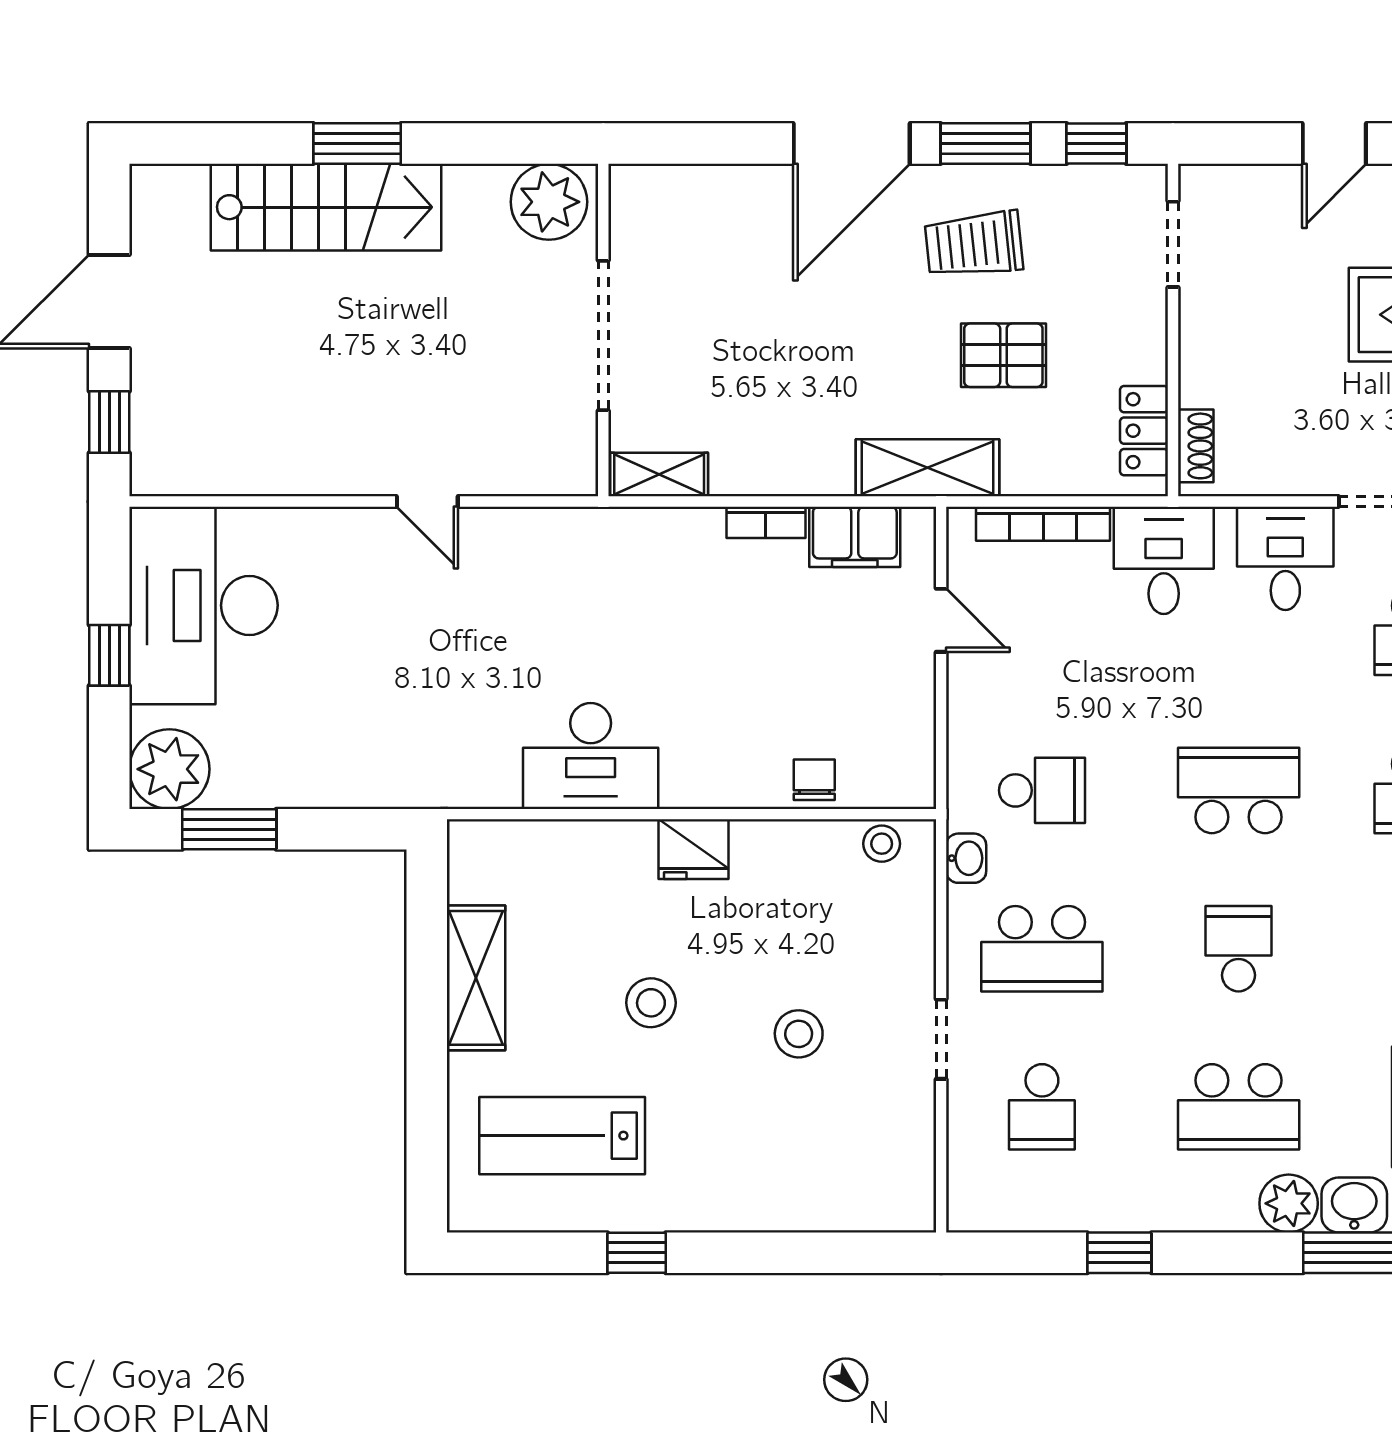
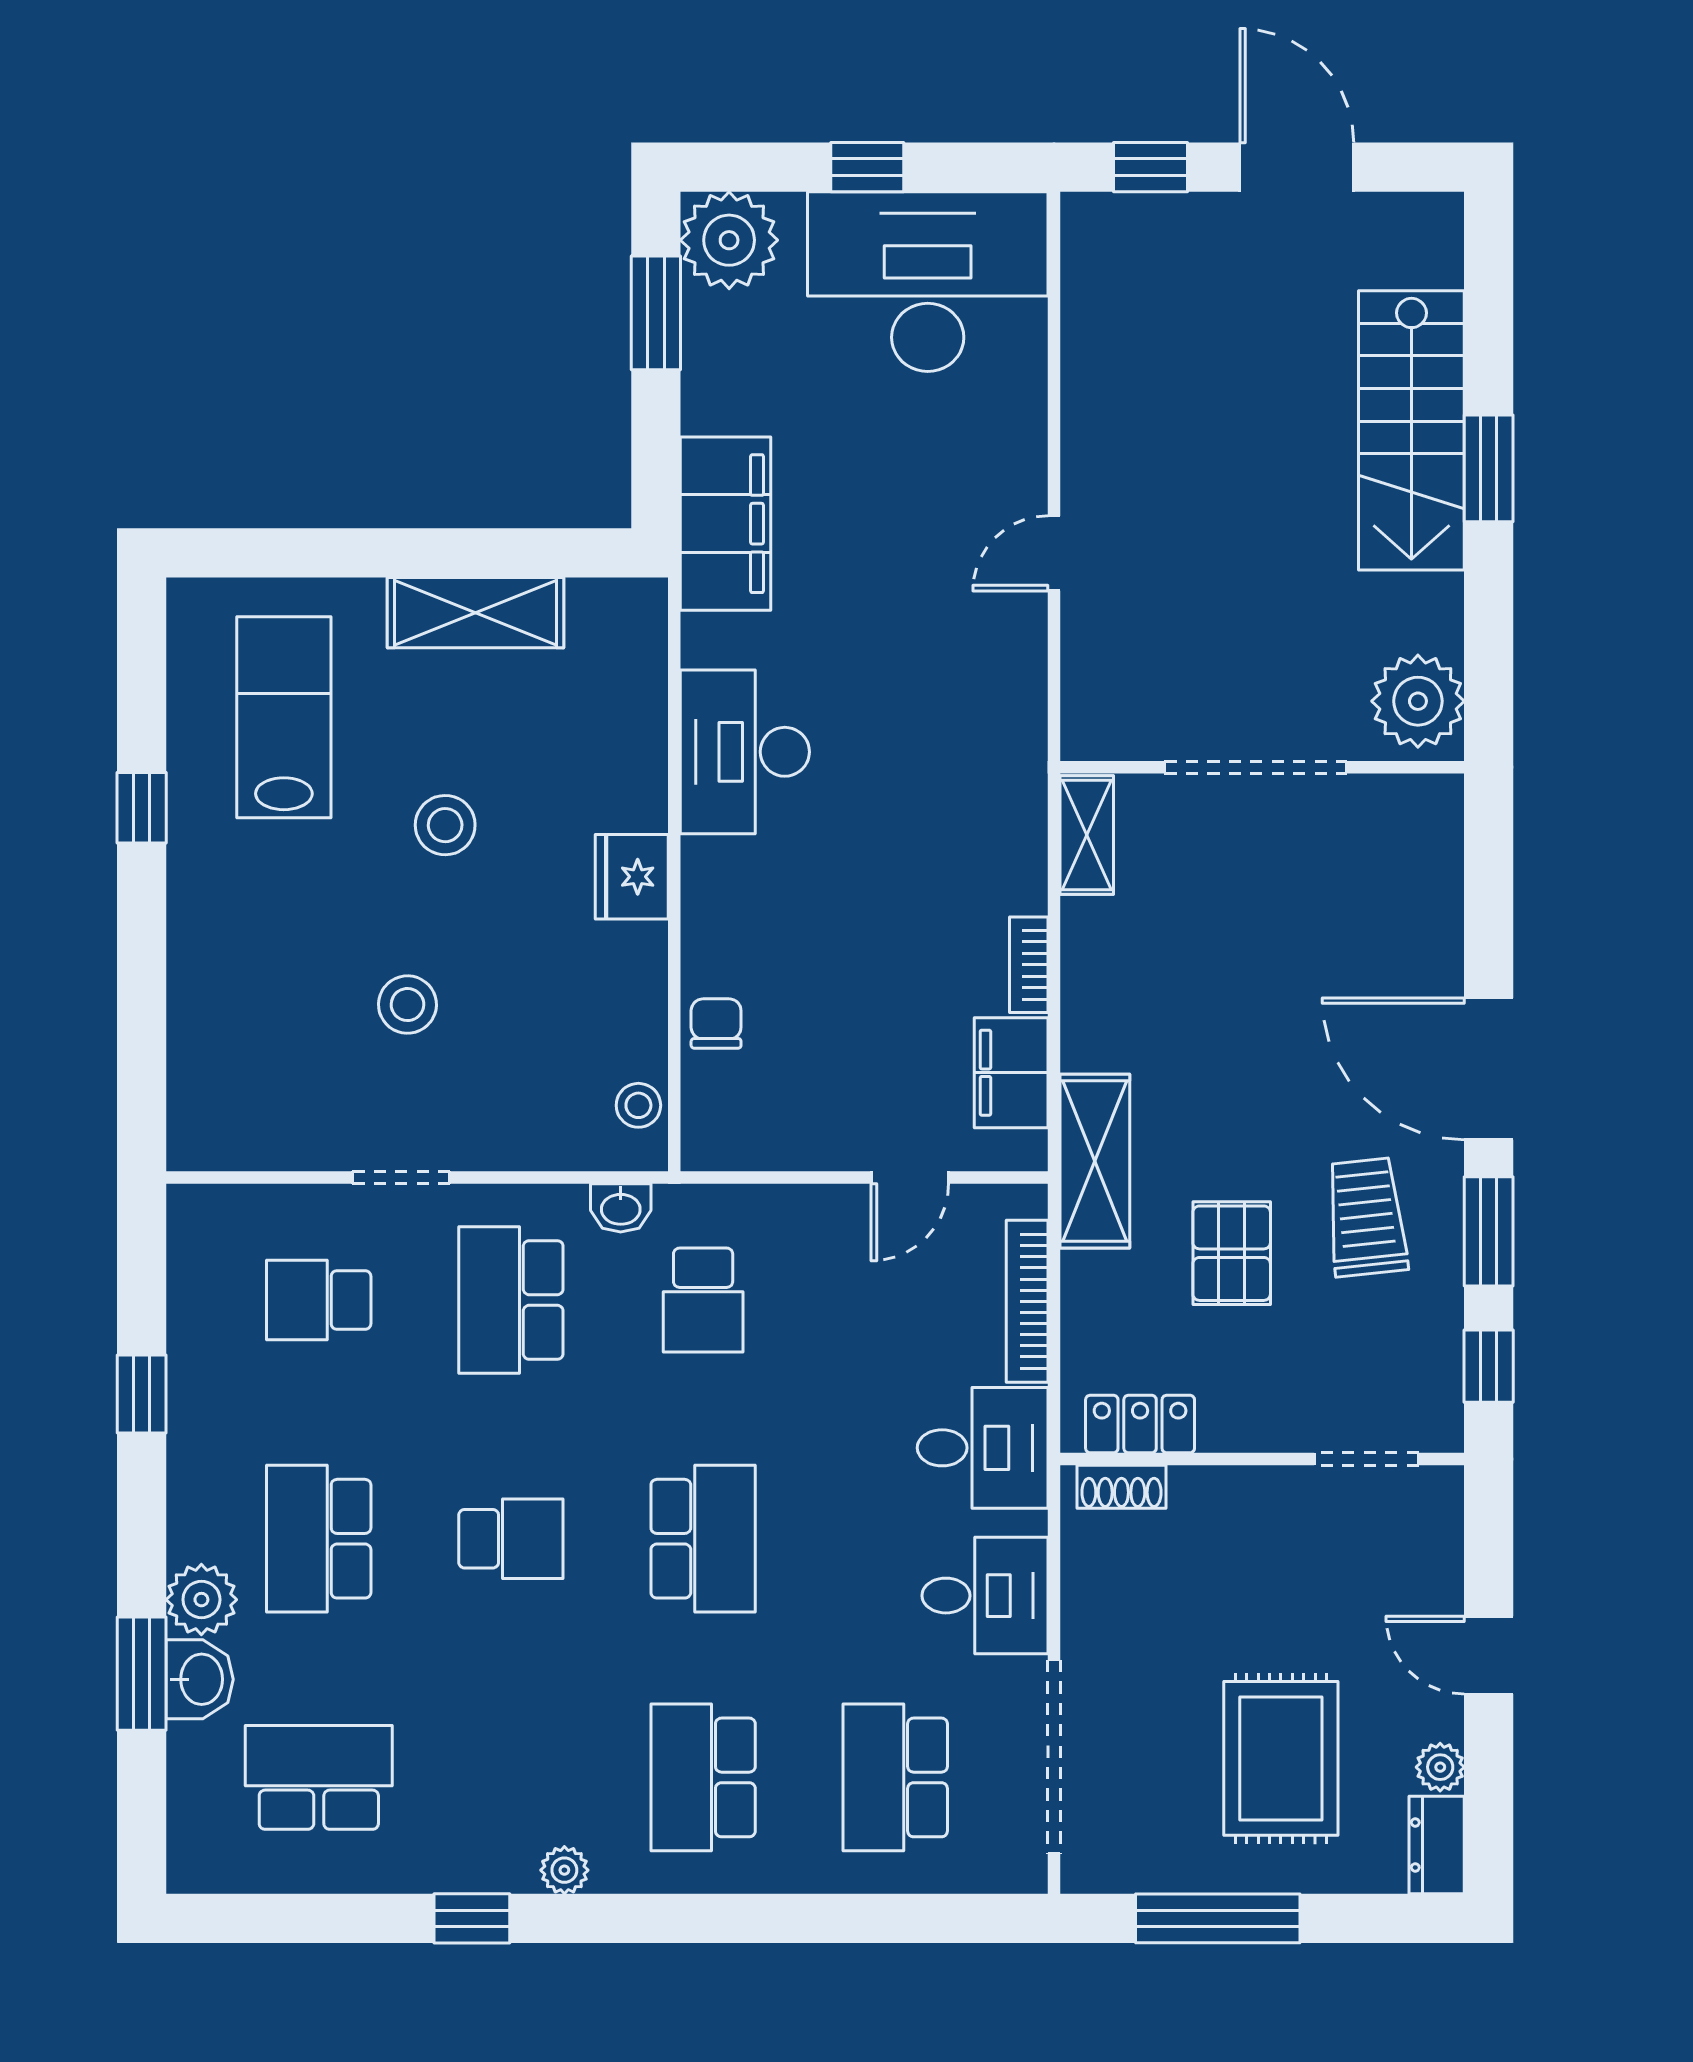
filing cabinet: (403, 772) -> (725, 524), added
chair: (814, 780) -> (716, 1023), turned -90

